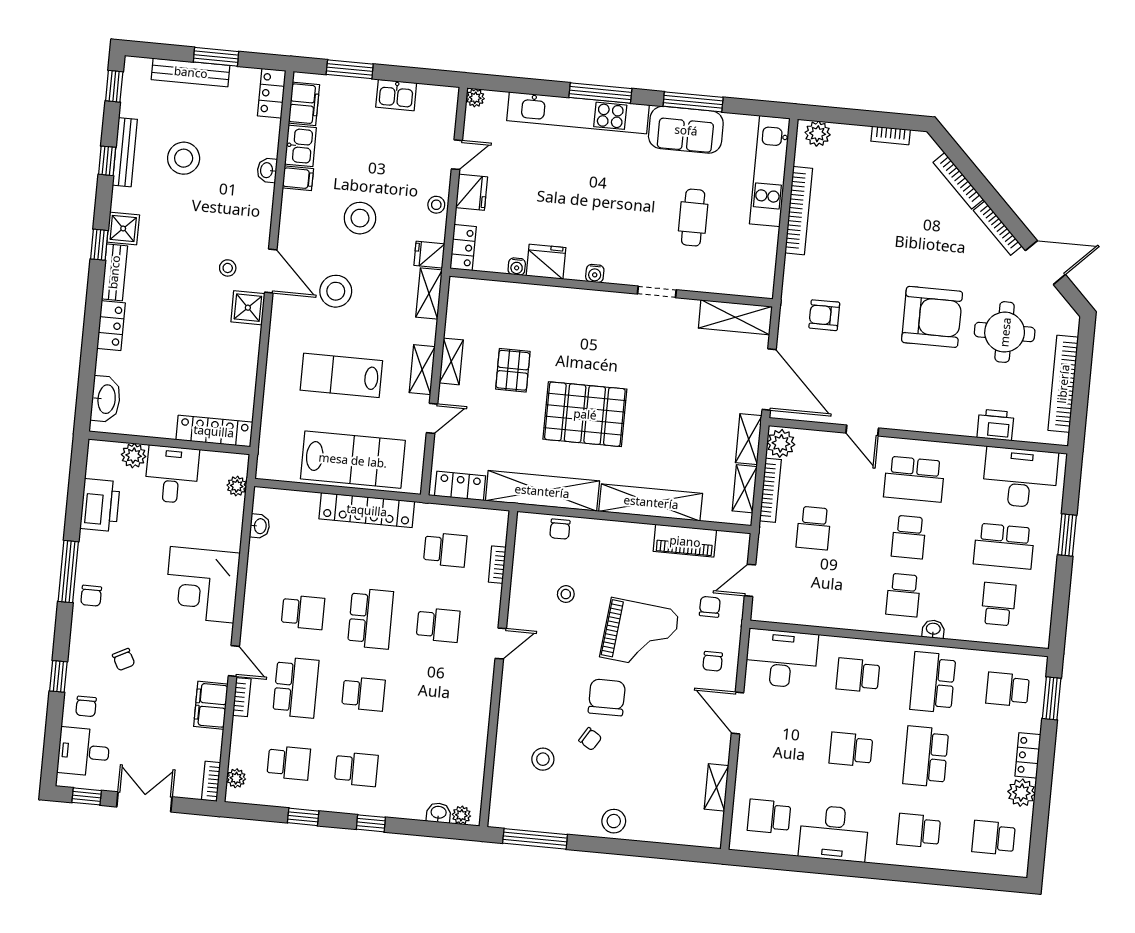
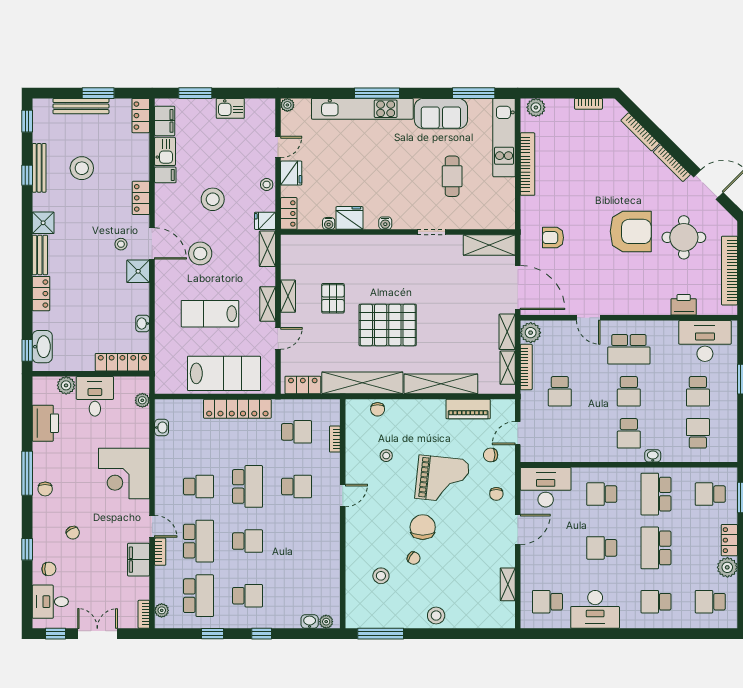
window: (693, 102) -> (474, 93), moved
washbasin: (267, 170) -> (143, 324), moved
locker: (261, 207) -> (141, 198), added
window: (99, 245) -> (27, 350), moved
school desk: (1004, 546) -> (698, 391), width x0.54
chair: (710, 607) -> (491, 455), turned -90
chair: (86, 706) -> (49, 569), turned -90
door: (738, 713) -> (518, 529), swing flipped
school desk: (289, 763) -> (198, 596), width x1.85

